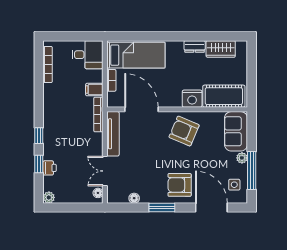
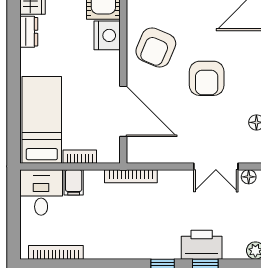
filing cabinet: (94, 90) -> (74, 182), moved
door: (141, 109) -> (123, 111), swing flipped
tv unit: (113, 134) -> (160, 154), removed
printer: (49, 168) -> (202, 245), width x1.87, depth x1.48
armchair: (180, 185) -> (207, 78), moved

